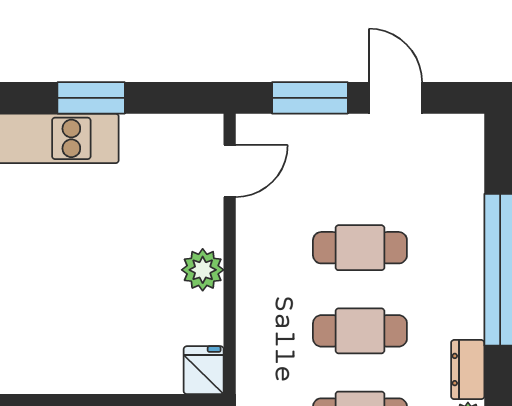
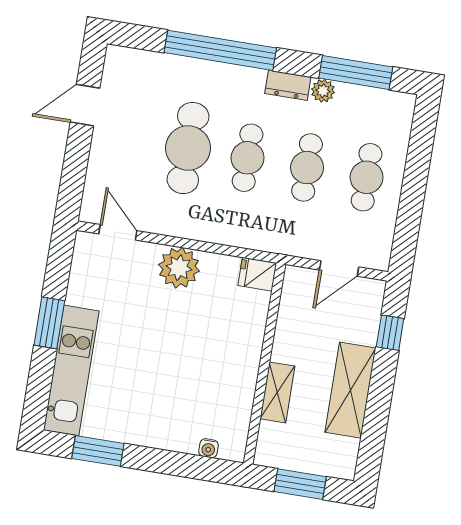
window: (310, 98) -> (75, 166), removed
cafe table: (360, 248) -> (188, 148), width x1.37, depth x1.35
plant: (203, 270) -> (179, 268), width x1.36, depth x1.36

